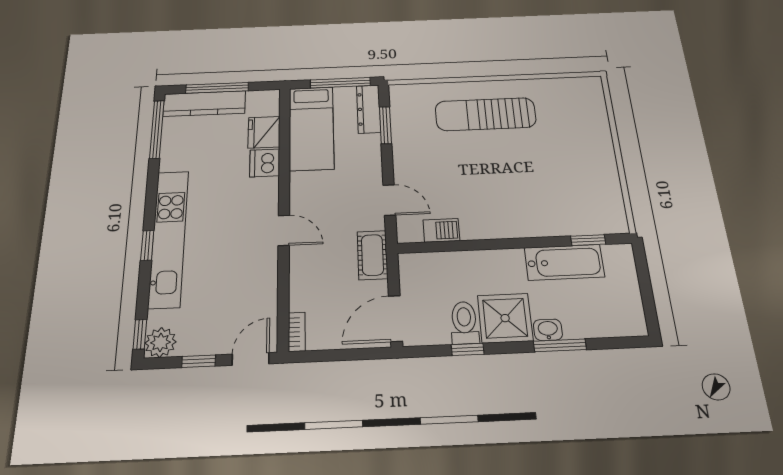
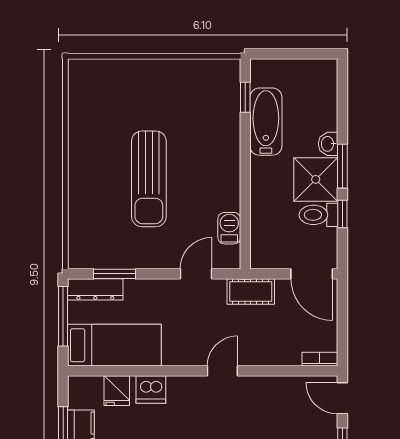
sun lounger: (485, 114) -> (149, 179), moved
fridge: (264, 132) -> (117, 391), width x0.72
window: (560, 345) -> (342, 166), moved

